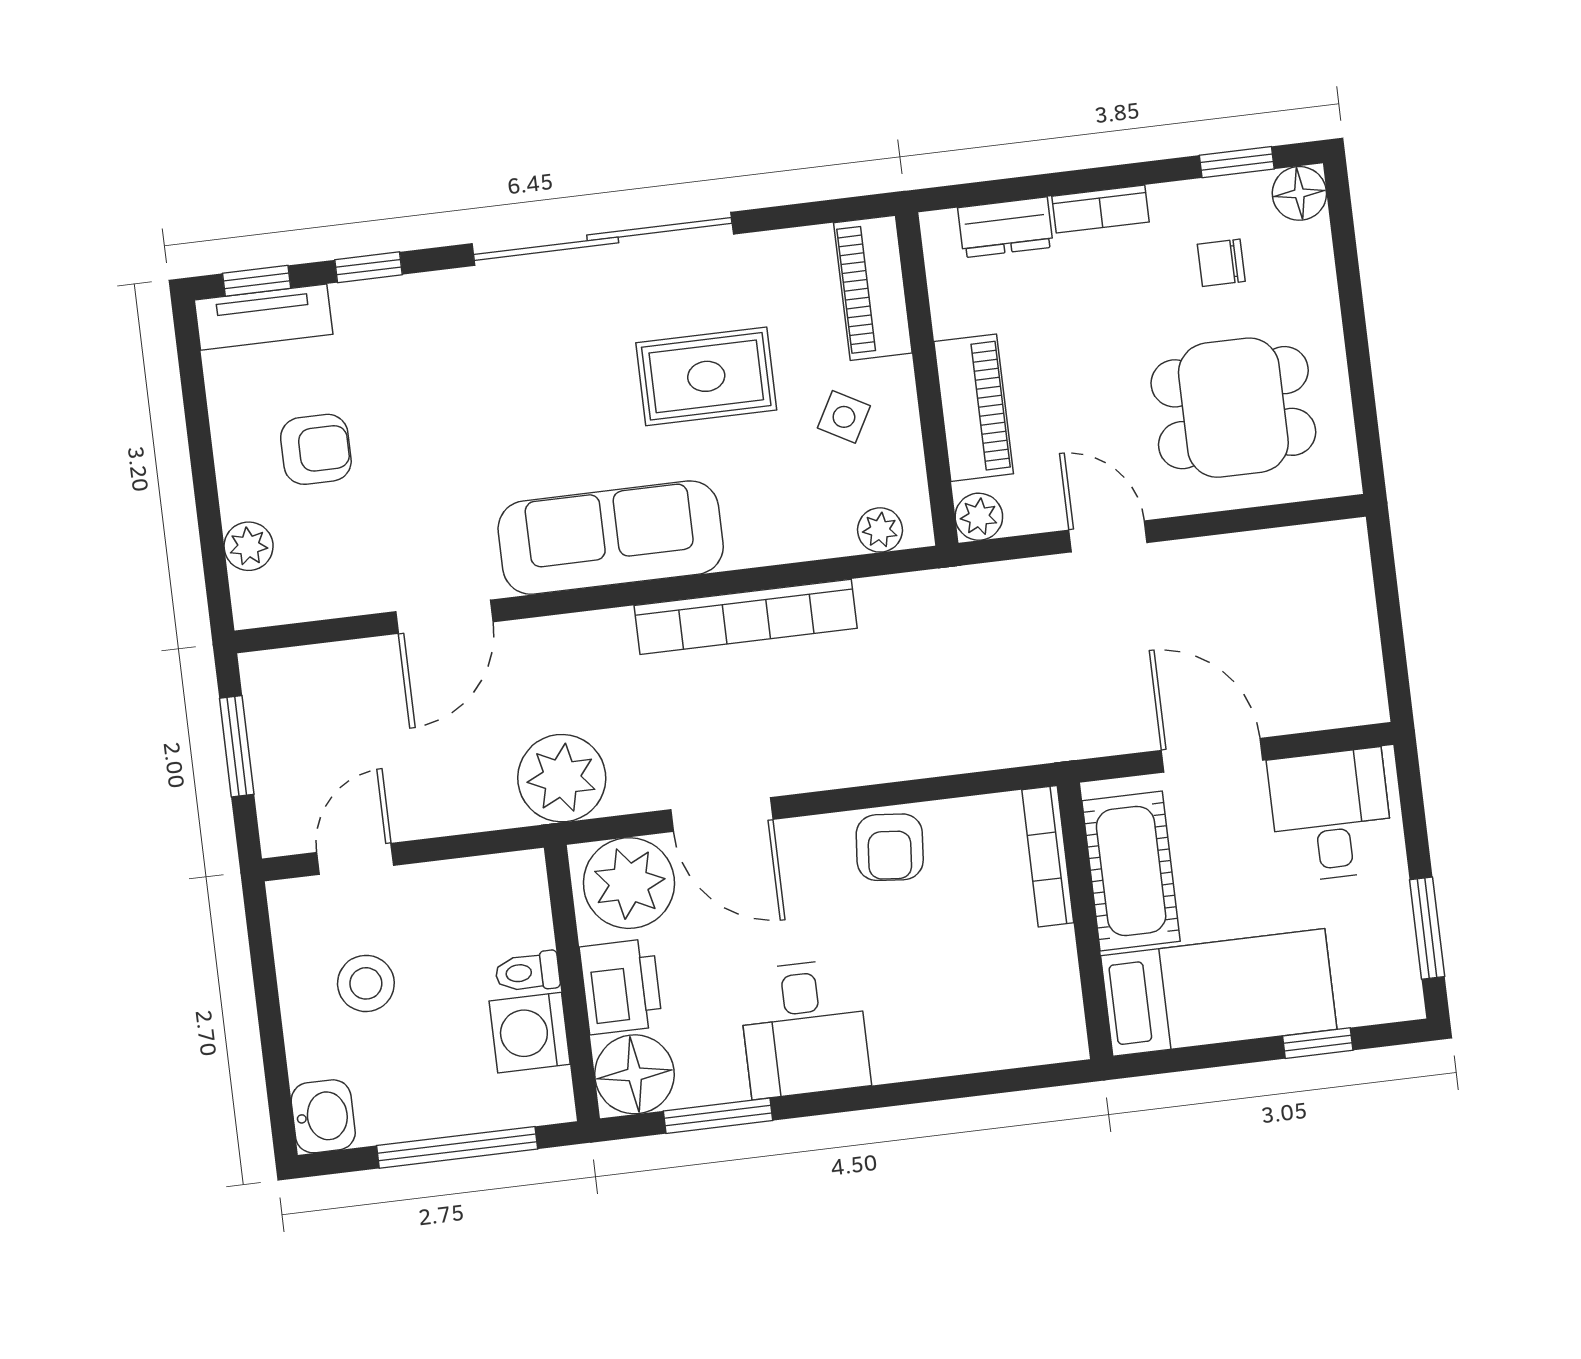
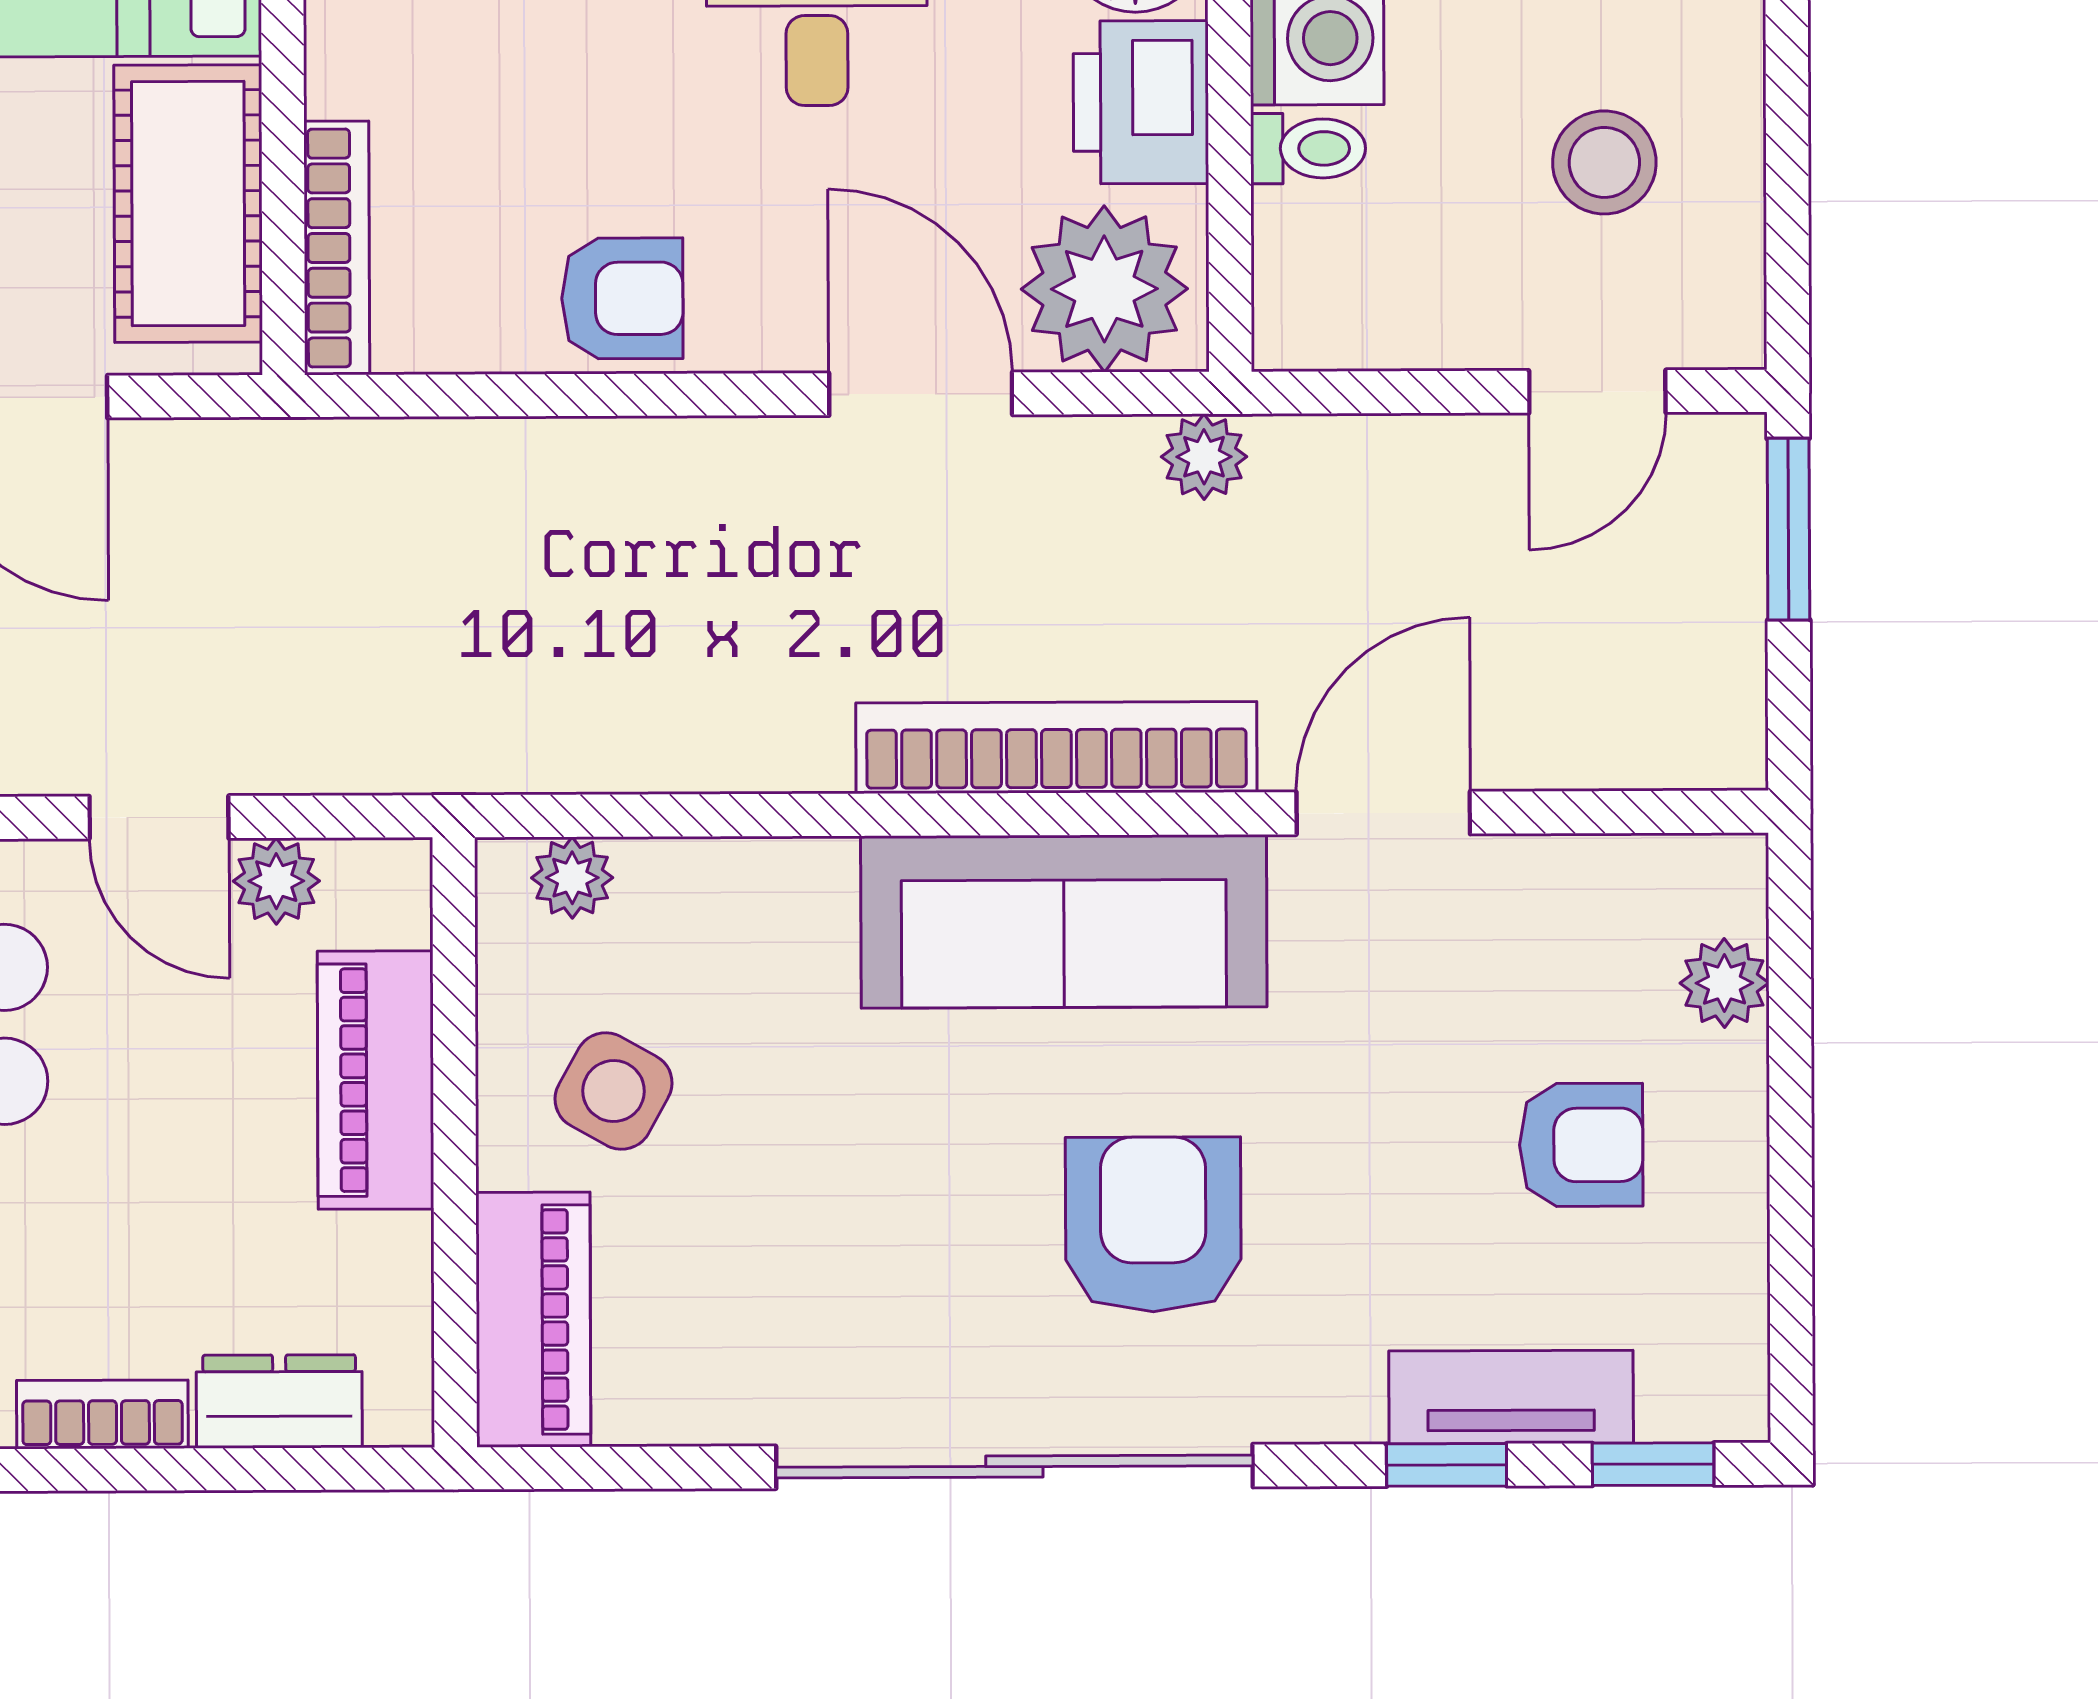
tv unit: (264, 317) -> (1511, 1397), moved
rug: (706, 376) -> (855, 1194), removed
armchair: (543, 379) -> (1153, 1224), added
side table: (844, 417) -> (614, 1091), width x1.37, depth x1.37
armchair: (316, 449) -> (1581, 1145), turned 180
plant: (979, 517) -> (276, 881), moved
bookcase: (746, 617) -> (1056, 748), moved
window: (237, 746) -> (1788, 529), moved
plant: (562, 778) -> (1204, 457), width x0.53, depth x0.53
armchair: (890, 847) -> (622, 298), turned 85

